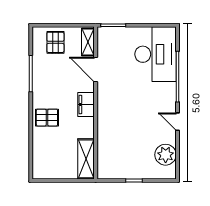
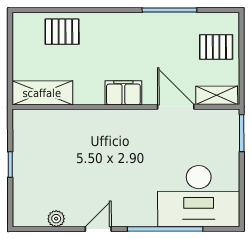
door: (96, 69) -> (176, 107), hinge flipped
pallet: (47, 118) -> (62, 32), moved, turned 90
plant: (166, 155) -> (56, 219), width x0.53, depth x0.53

